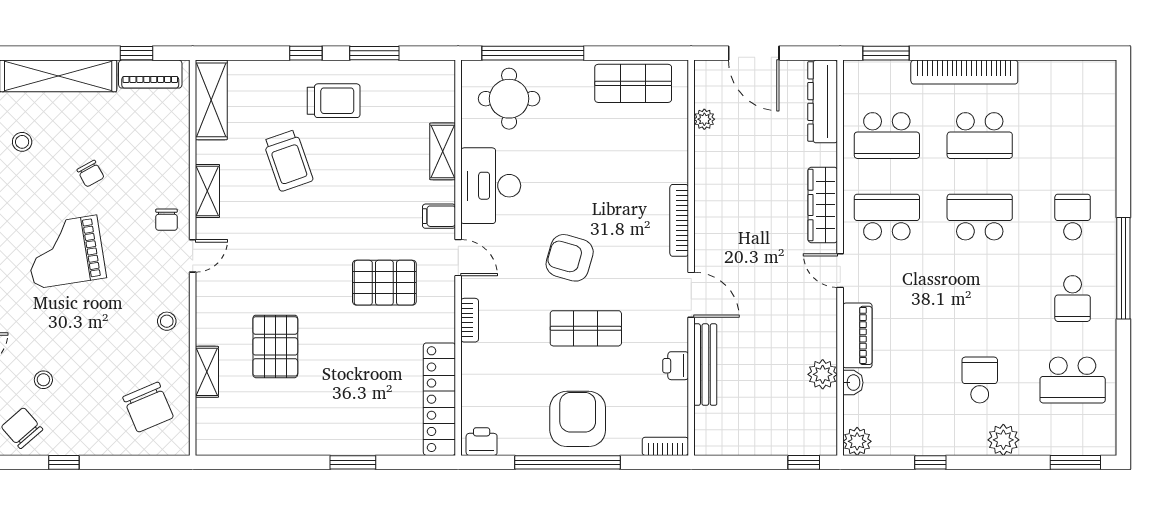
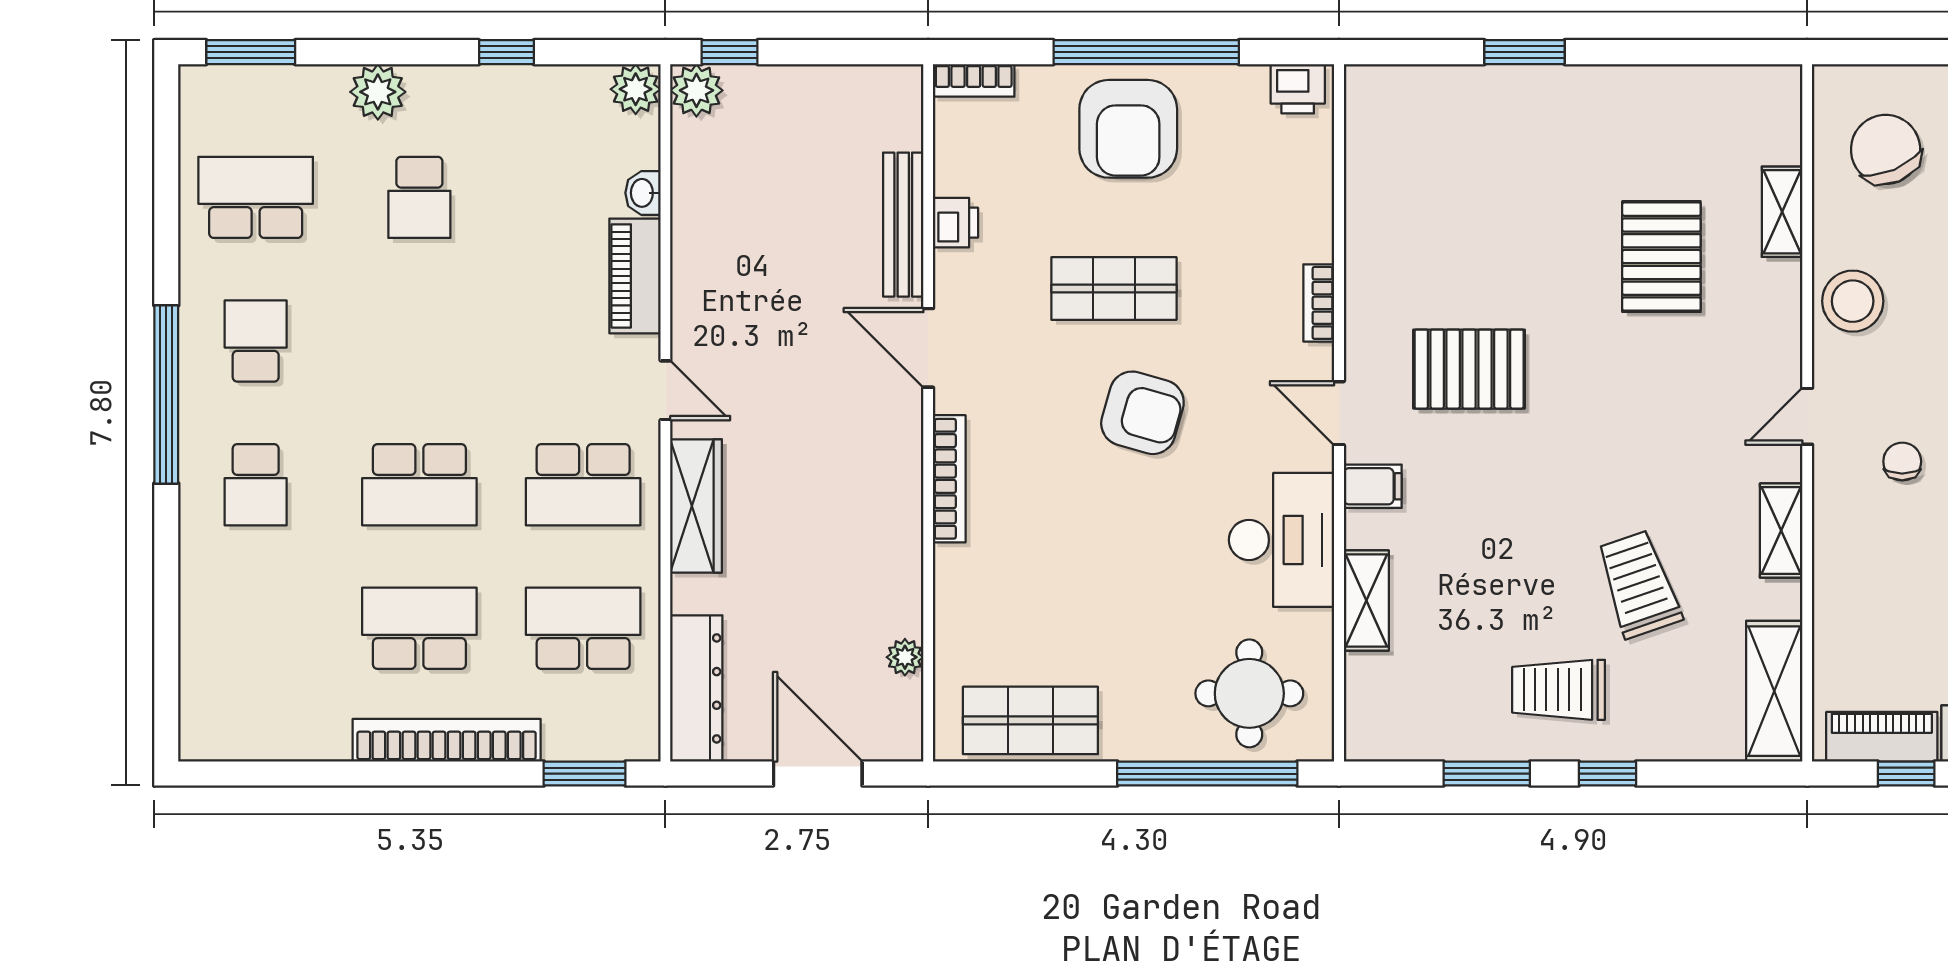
chair: (167, 220) -> (1902, 462), moved
stool: (167, 321) -> (1853, 301), width x1.89, depth x1.89
plant: (823, 374) -> (696, 90), moved
locker: (439, 399) -> (1372, 164), removed

